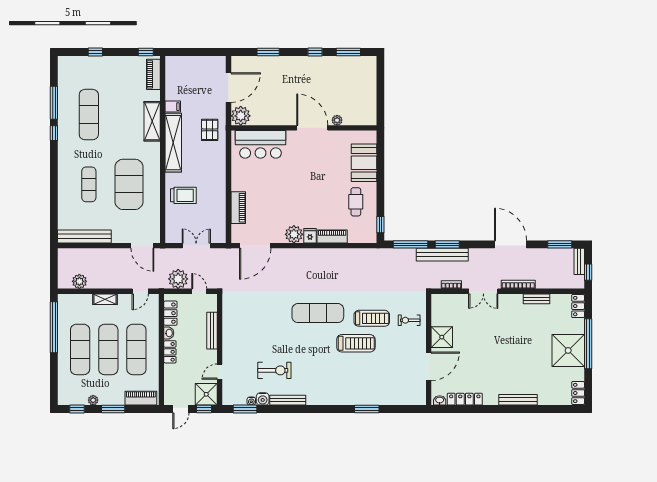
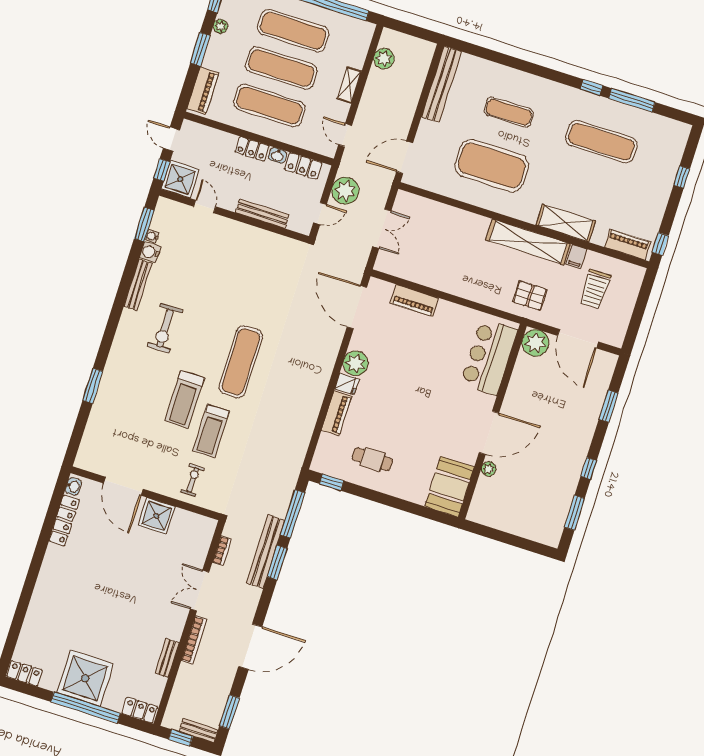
booth: (364, 163) -> (449, 487), moved, turned 90
trolley: (183, 195) -> (595, 289), moved
exercise bike: (274, 370) -> (165, 328), moved
bench: (518, 400) -> (41, 591), removed

